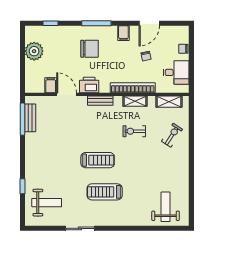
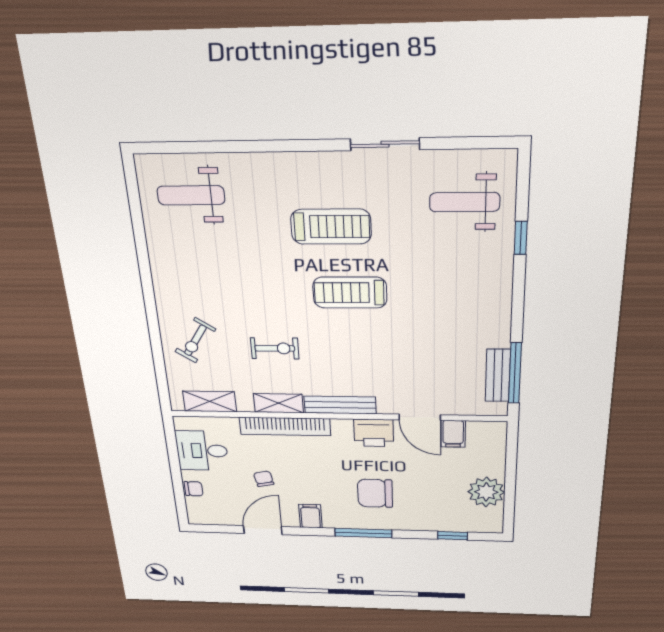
bench: (100, 101) -> (340, 405), width x1.36
weight bench: (166, 207) -> (191, 195), turned 90

